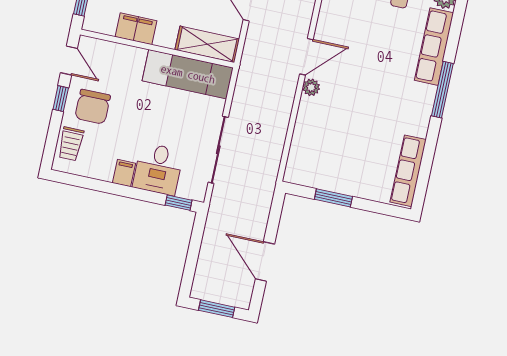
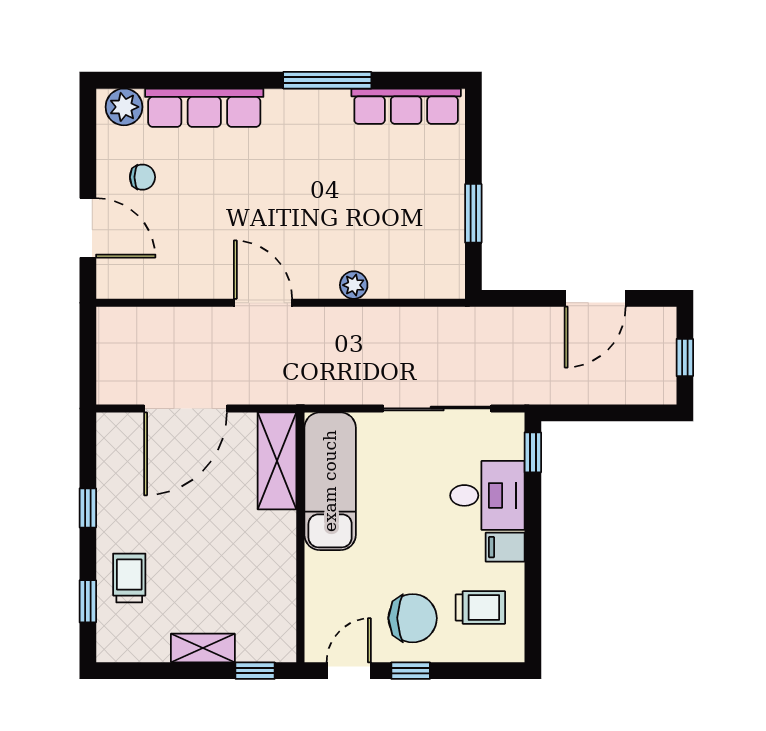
filing cabinet: (136, 29) -> (277, 577), removed
plant: (311, 87) -> (354, 285), moved
window: (442, 90) -> (327, 80), moved
trolley: (71, 144) -> (480, 607), moved
window: (217, 309) -> (685, 358), width x0.67

